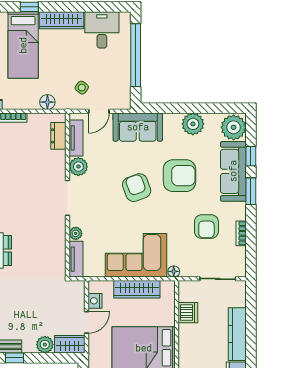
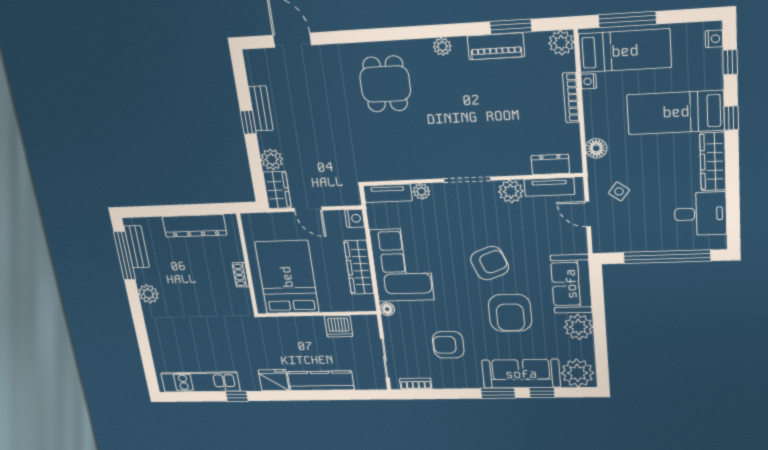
sofa: (138, 127) -> (571, 284), moved
bookcase: (241, 233) -> (416, 384), moved
nightstand: (95, 301) -> (355, 218), moved, turned 90

